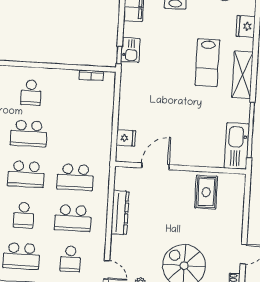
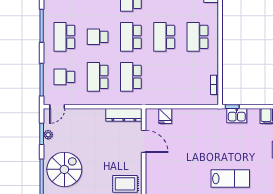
lab bench: (207, 63) -> (230, 179), turned 180
school desk: (31, 93) -> (197, 37), width x1.85
dresser: (120, 213) -> (124, 115), moved

